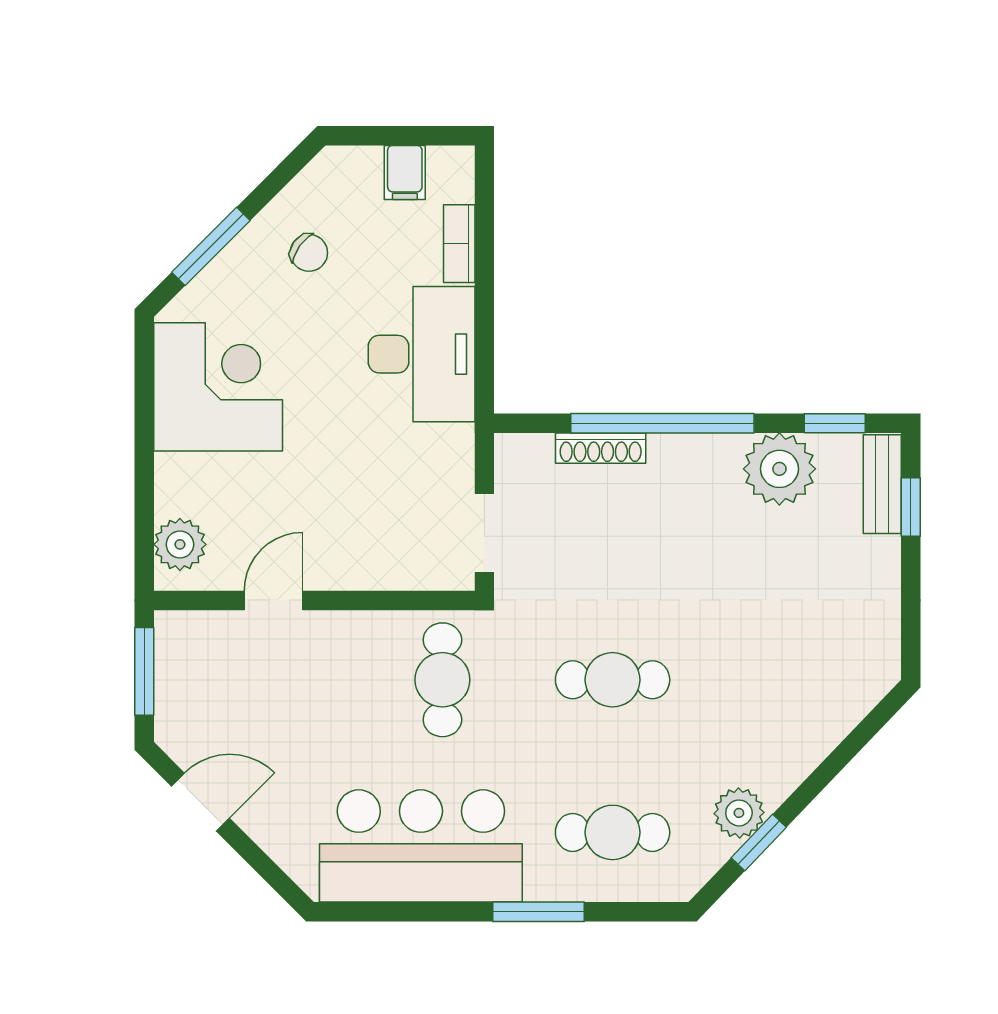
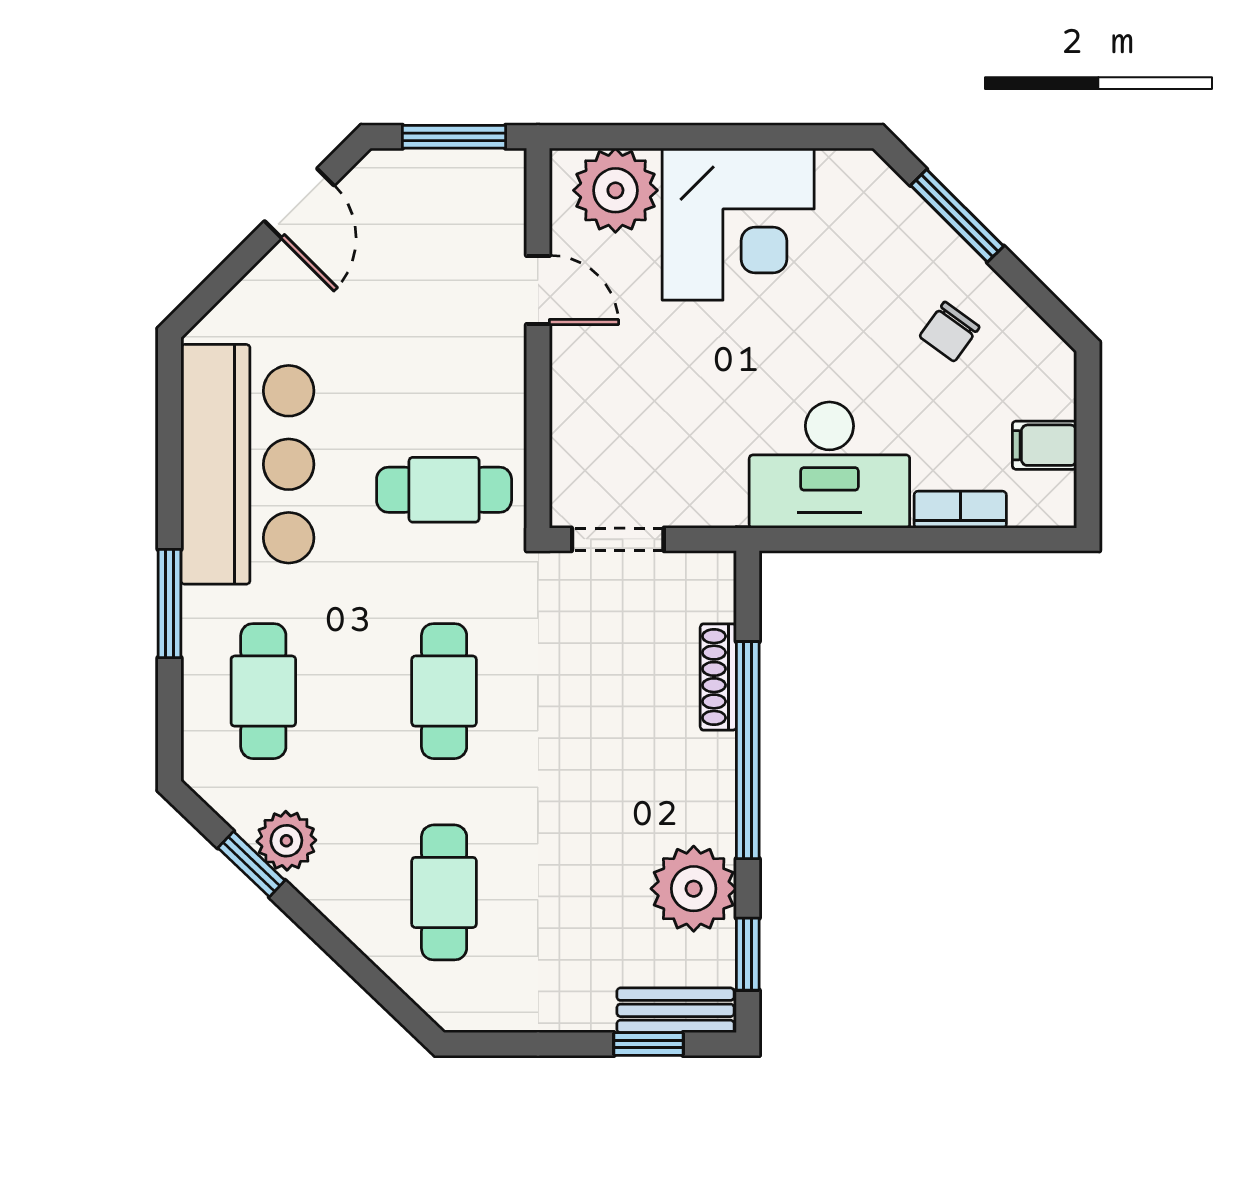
corner desk: (218, 387) -> (738, 224), moved
plant: (180, 544) -> (615, 190), width x1.36, depth x1.36
cafe table: (783, 680) -> (444, 892), added

